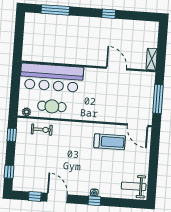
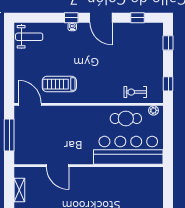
shelving: (152, 59) -> (19, 190), moved
door: (57, 198) -> (101, 18), moved

